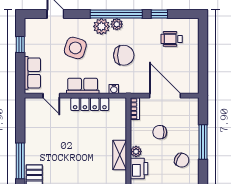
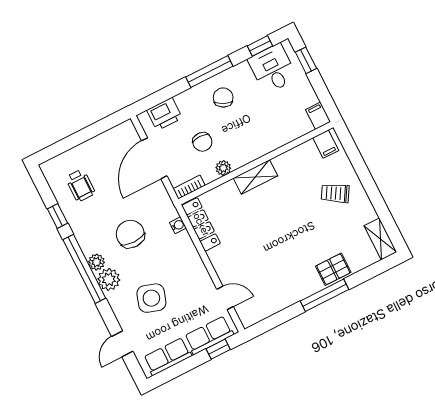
window: (20, 44) -> (218, 349), moved
row of seats: (83, 86) -> (168, 357), moved, turned 90
door: (51, 96) -> (225, 298), hinge flipped
locker: (90, 104) -> (201, 224), moved
window: (203, 142) -> (209, 72), moved
plant: (136, 152) -> (223, 168), moved
printer: (139, 169) -> (165, 114), moved, turned 180

